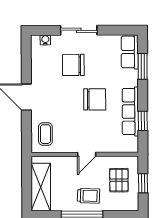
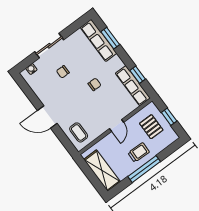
row of seats: (130, 52) -> (98, 40), width x1.48
chair: (73, 65) -> (63, 72), width x0.54, depth x0.54
chair: (95, 99) -> (94, 84), width x0.54, depth x0.54
row of seats: (130, 112) -> (133, 86), moved

